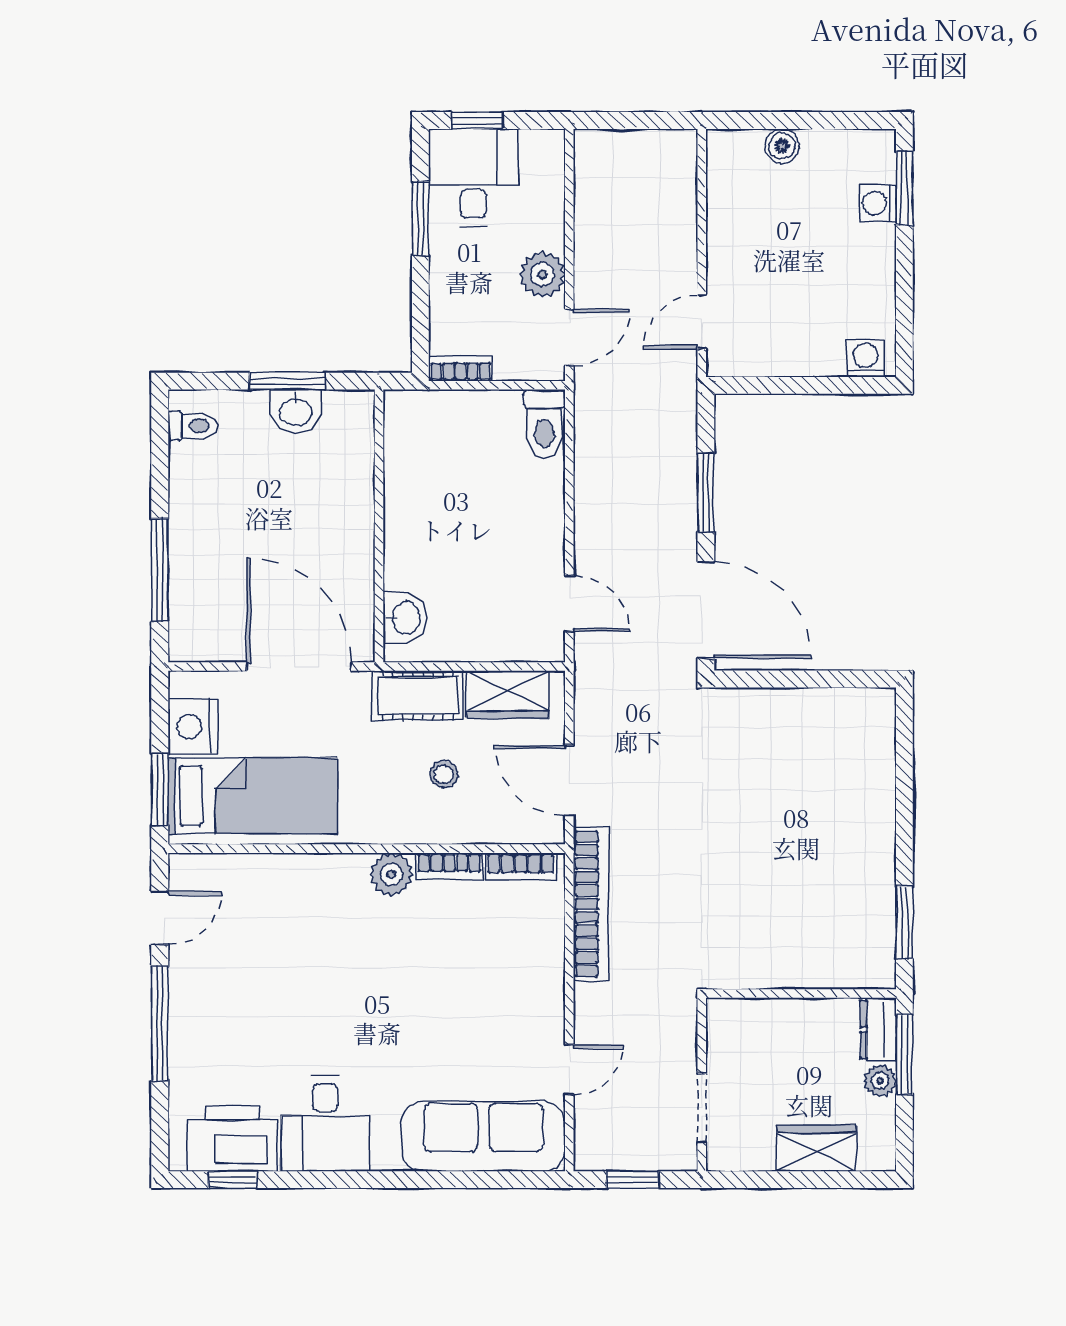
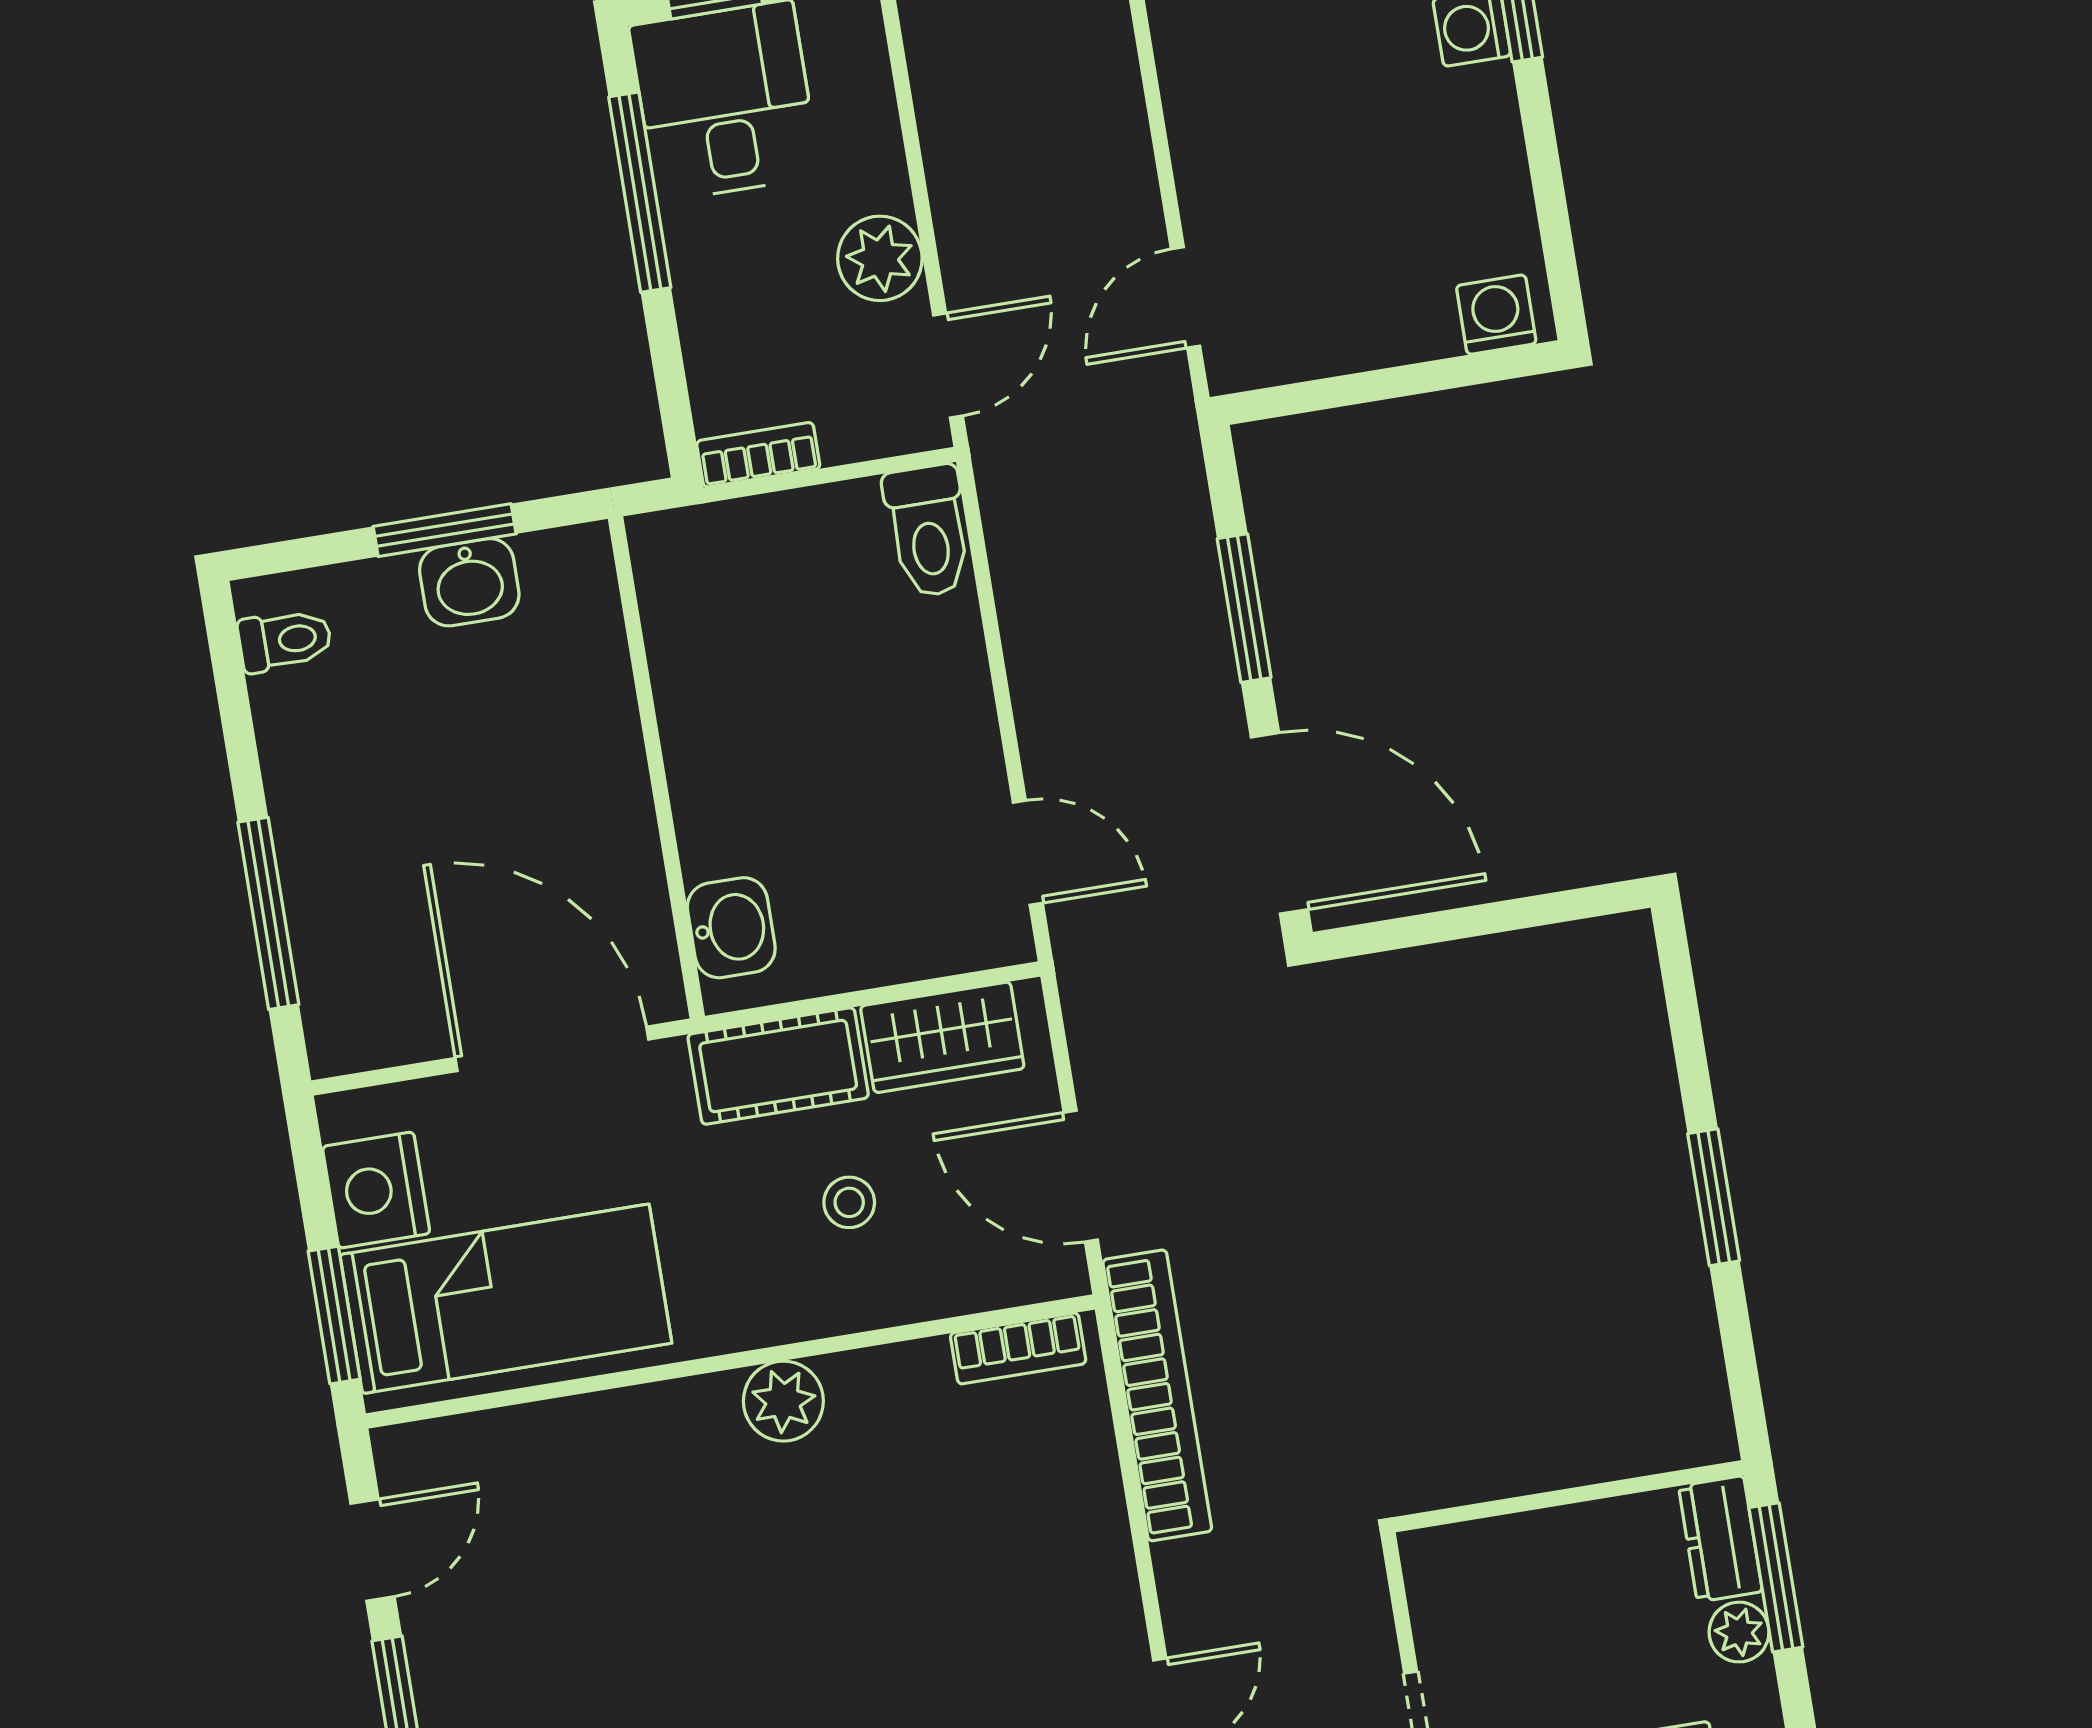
window: (420, 218) -> (640, 192), width x1.44
bookcase: (449, 866) -> (887, 1369), removed
window: (904, 923) -> (1714, 1197), moved

